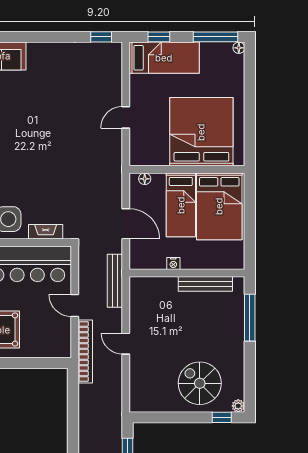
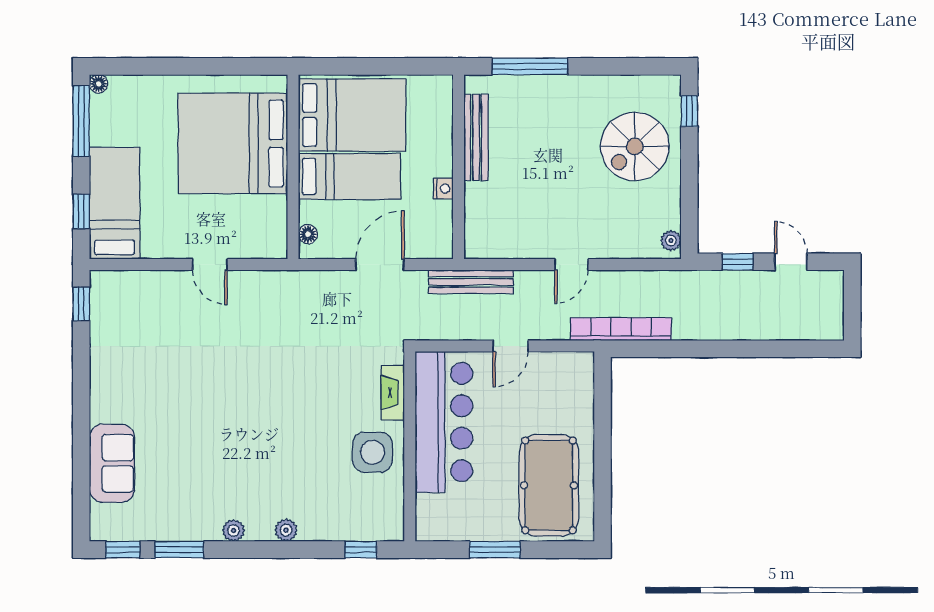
bookcase: (85, 351) -> (621, 329), moved
plant: (238, 406) -> (671, 241), moved

